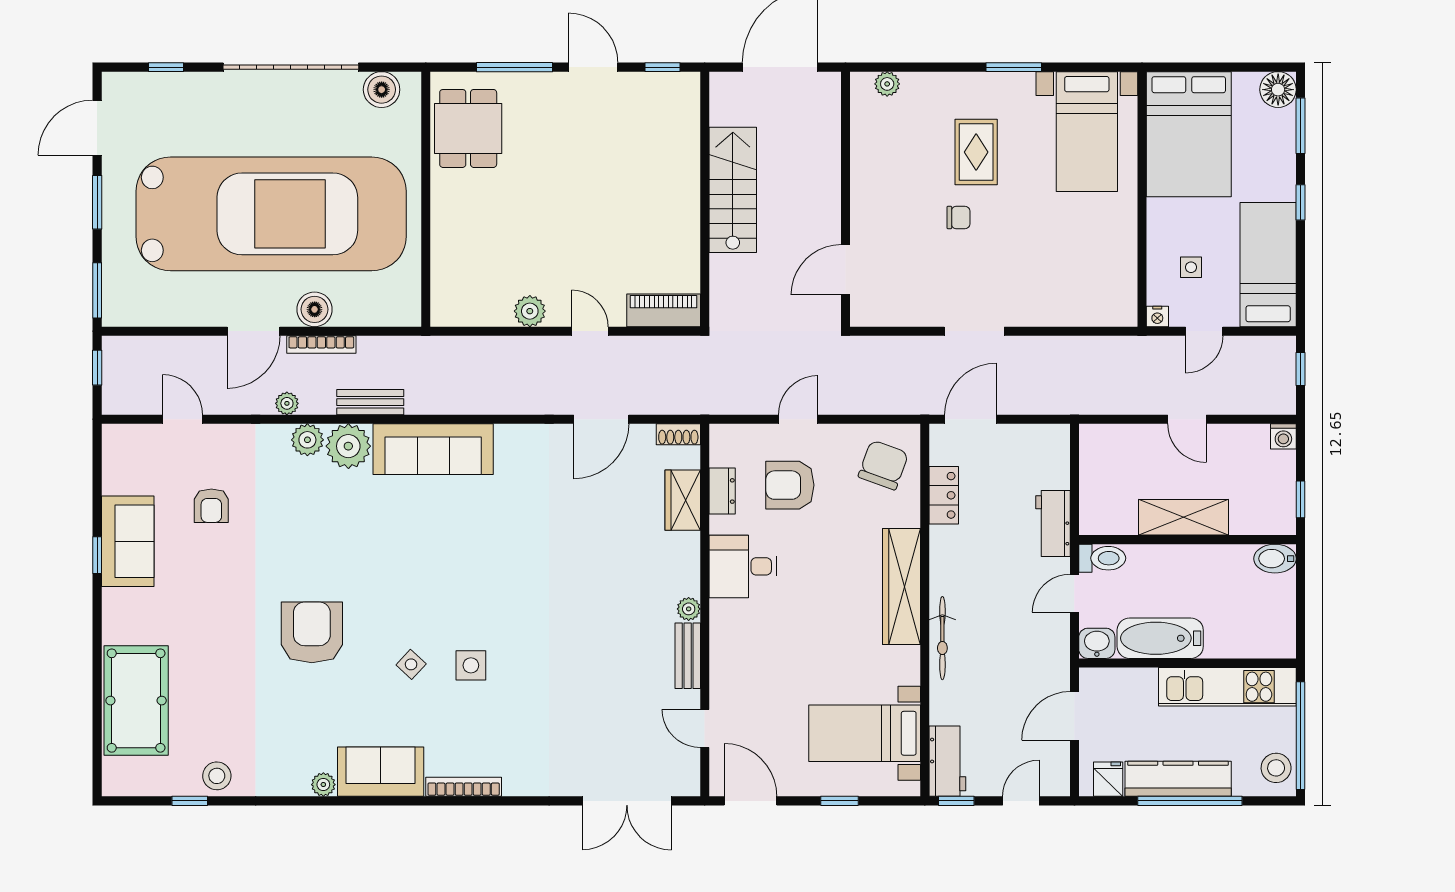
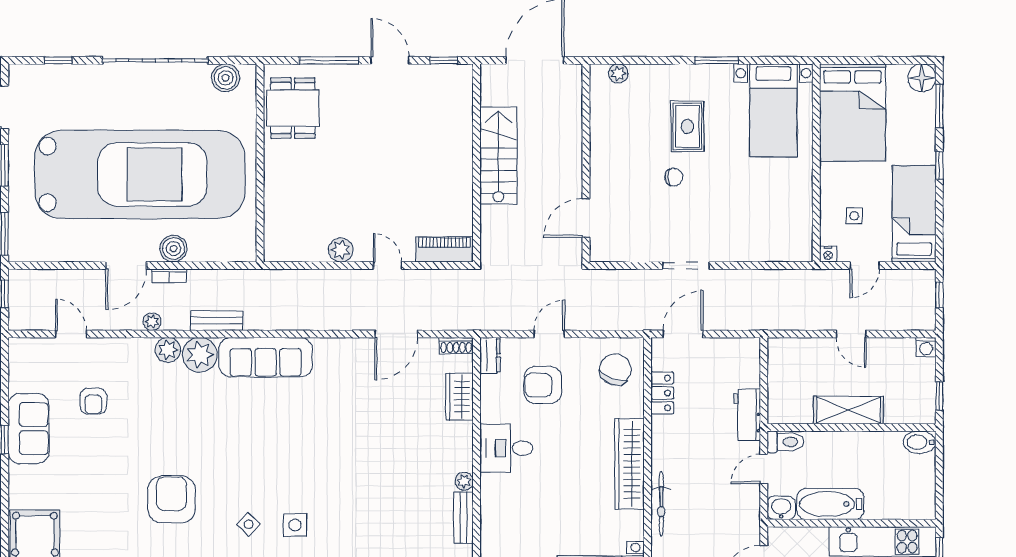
bookcase: (321, 344) -> (169, 276), width x0.64
dresser: (722, 491) -> (490, 355), moved

